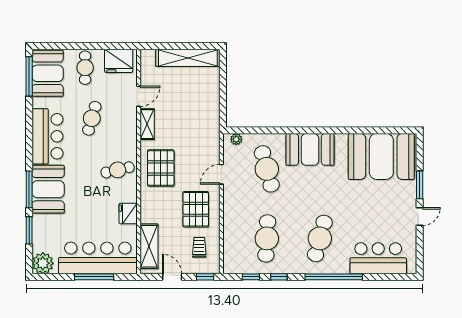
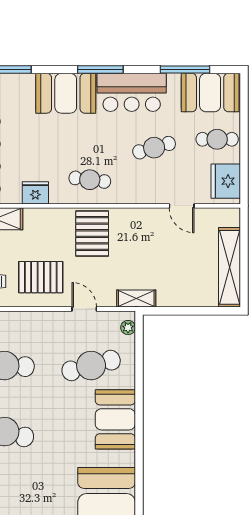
window: (29, 76) -> (185, 69), moved
cafe table: (92, 118) -> (154, 148), turned -32
shelving: (147, 124) -> (136, 298), moved
pallet: (161, 168) -> (92, 234), turned 90
cafe table: (118, 170) -> (90, 180), turned -70
window: (29, 189) -> (100, 69), moved

